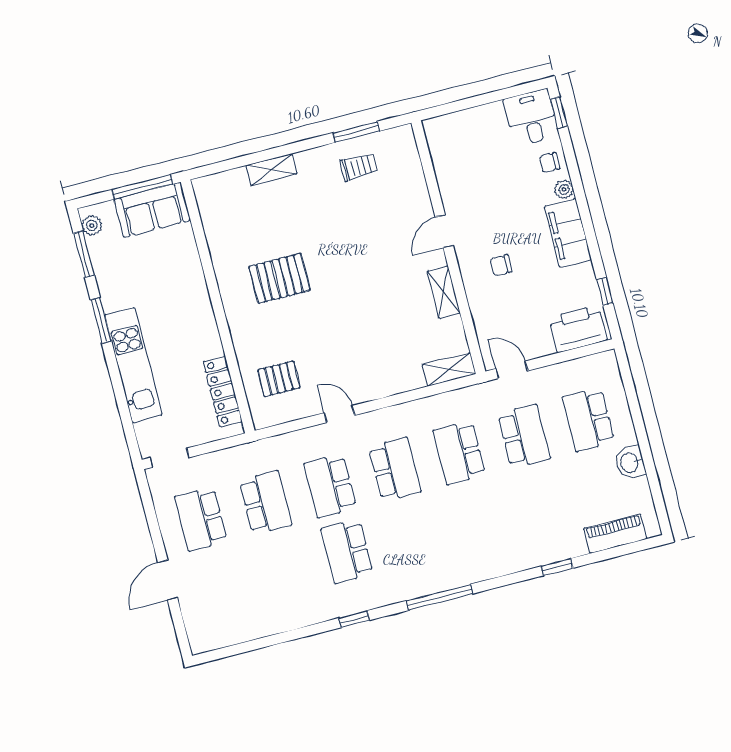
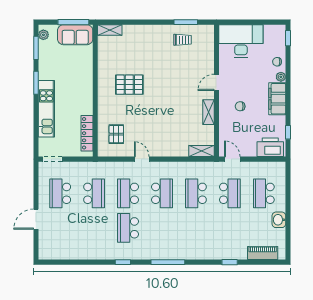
desk: (531, 118) -> (241, 41), moved, width x1.87, depth x1.30
shelving: (271, 170) -> (110, 30), moved
pallet: (279, 379) -> (116, 134), turned 90

